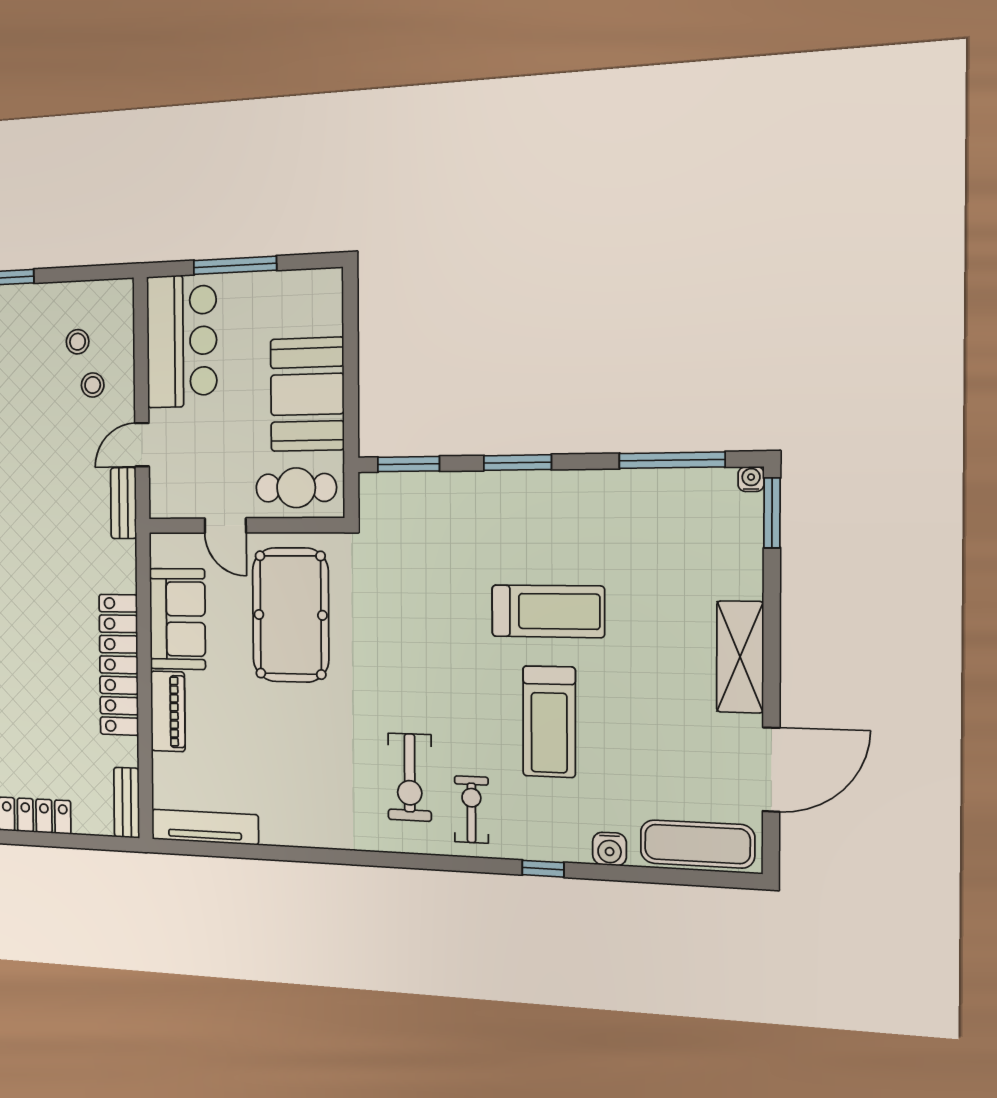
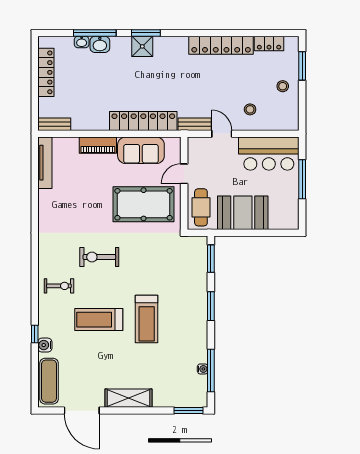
stool: (78, 342) -> (283, 86), moved
water cooler: (751, 479) -> (203, 369), moved
locker: (119, 665) -> (143, 121), moved
exercise bike: (410, 777) -> (99, 257), moved
window: (543, 869) -> (35, 334), moved

